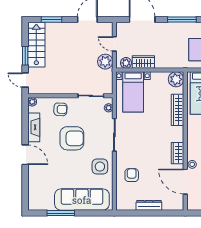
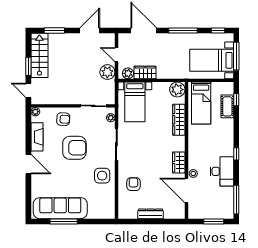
sofa: (82, 200) -> (60, 208), moved

